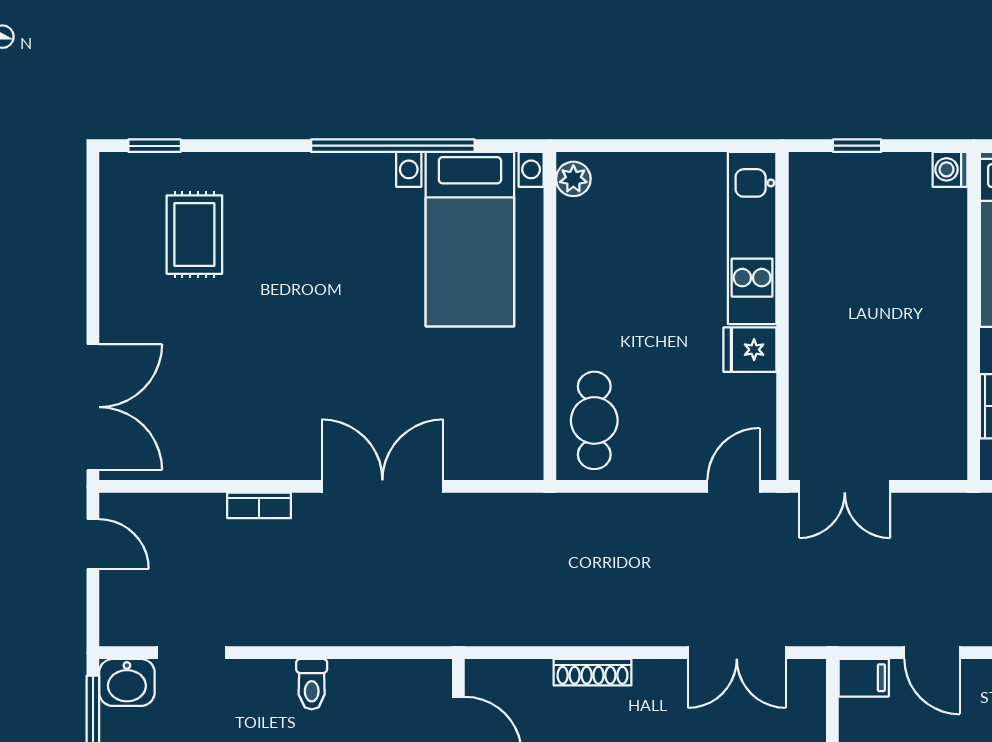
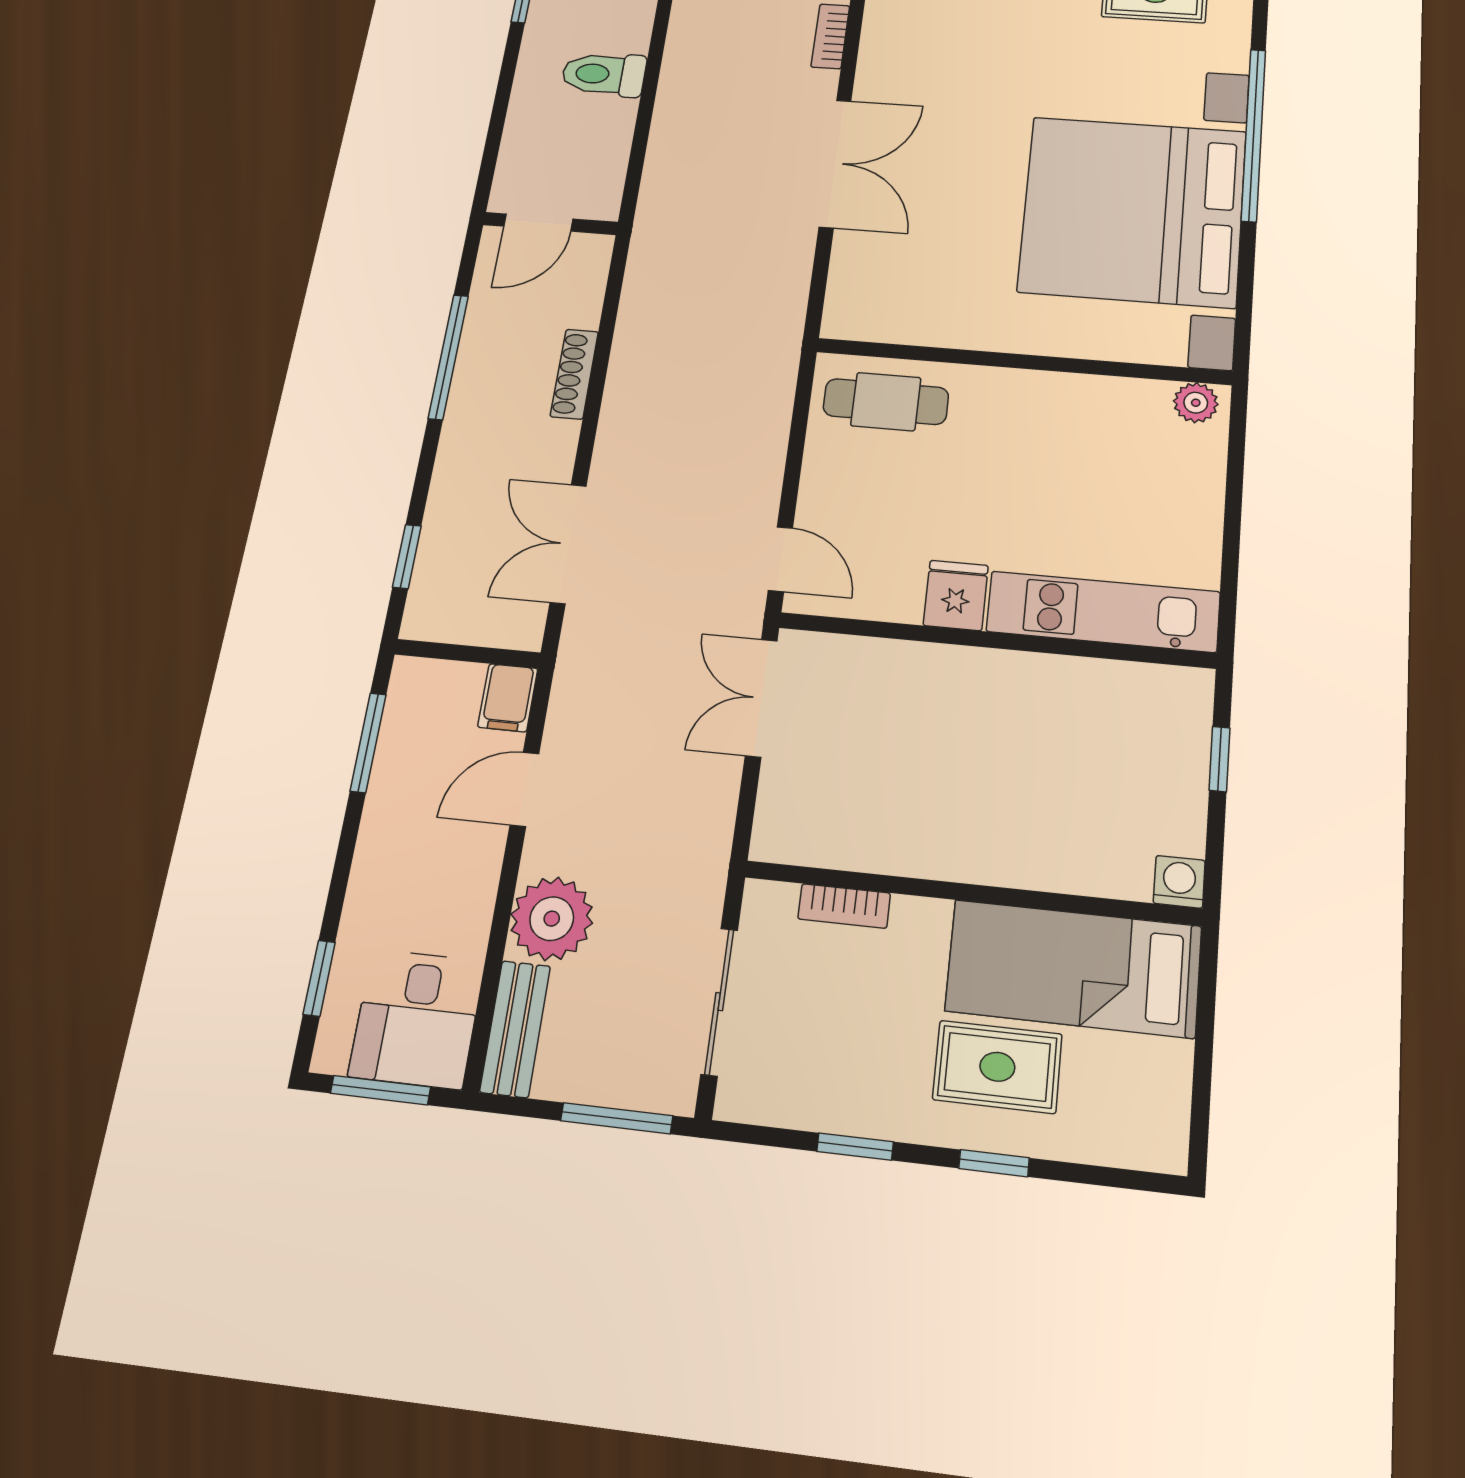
window: (393, 146) -> (1253, 135), moved
bed with nightstands: (470, 239) -> (1133, 211), width x1.85
toilet: (312, 684) -> (604, 74), width x1.37, depth x1.39

